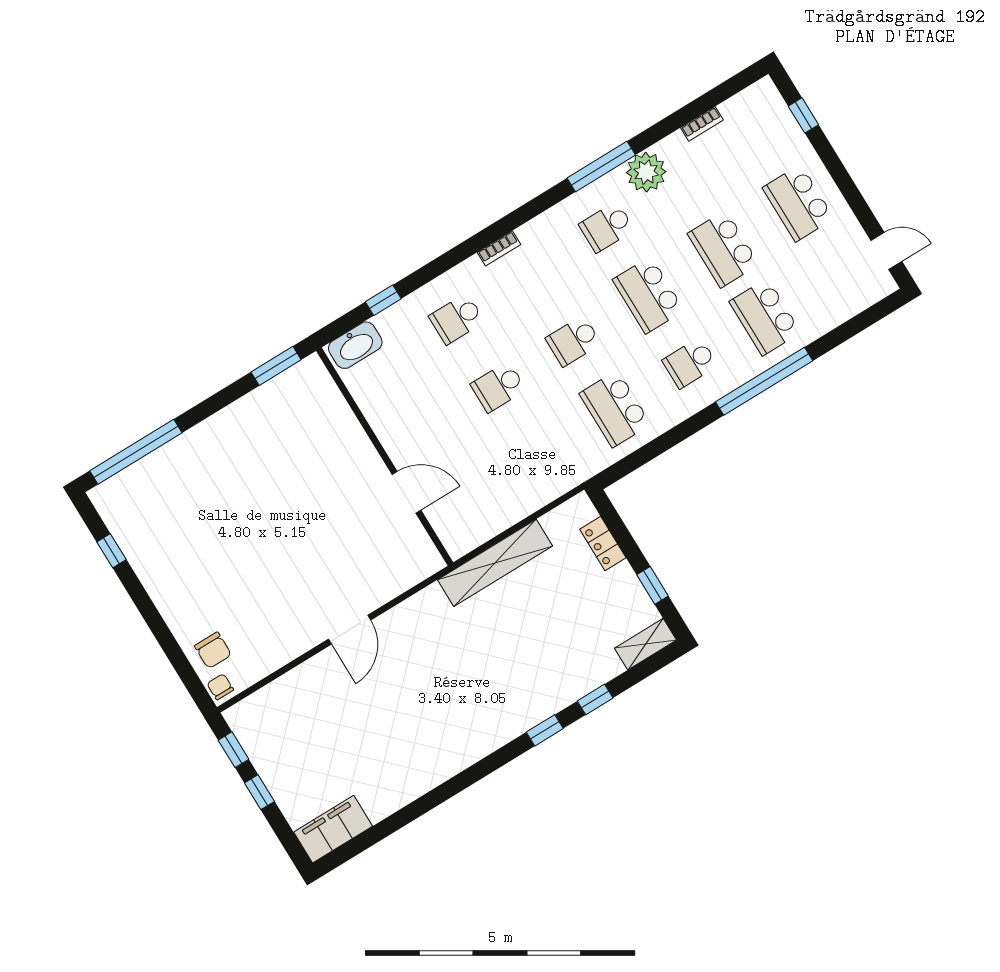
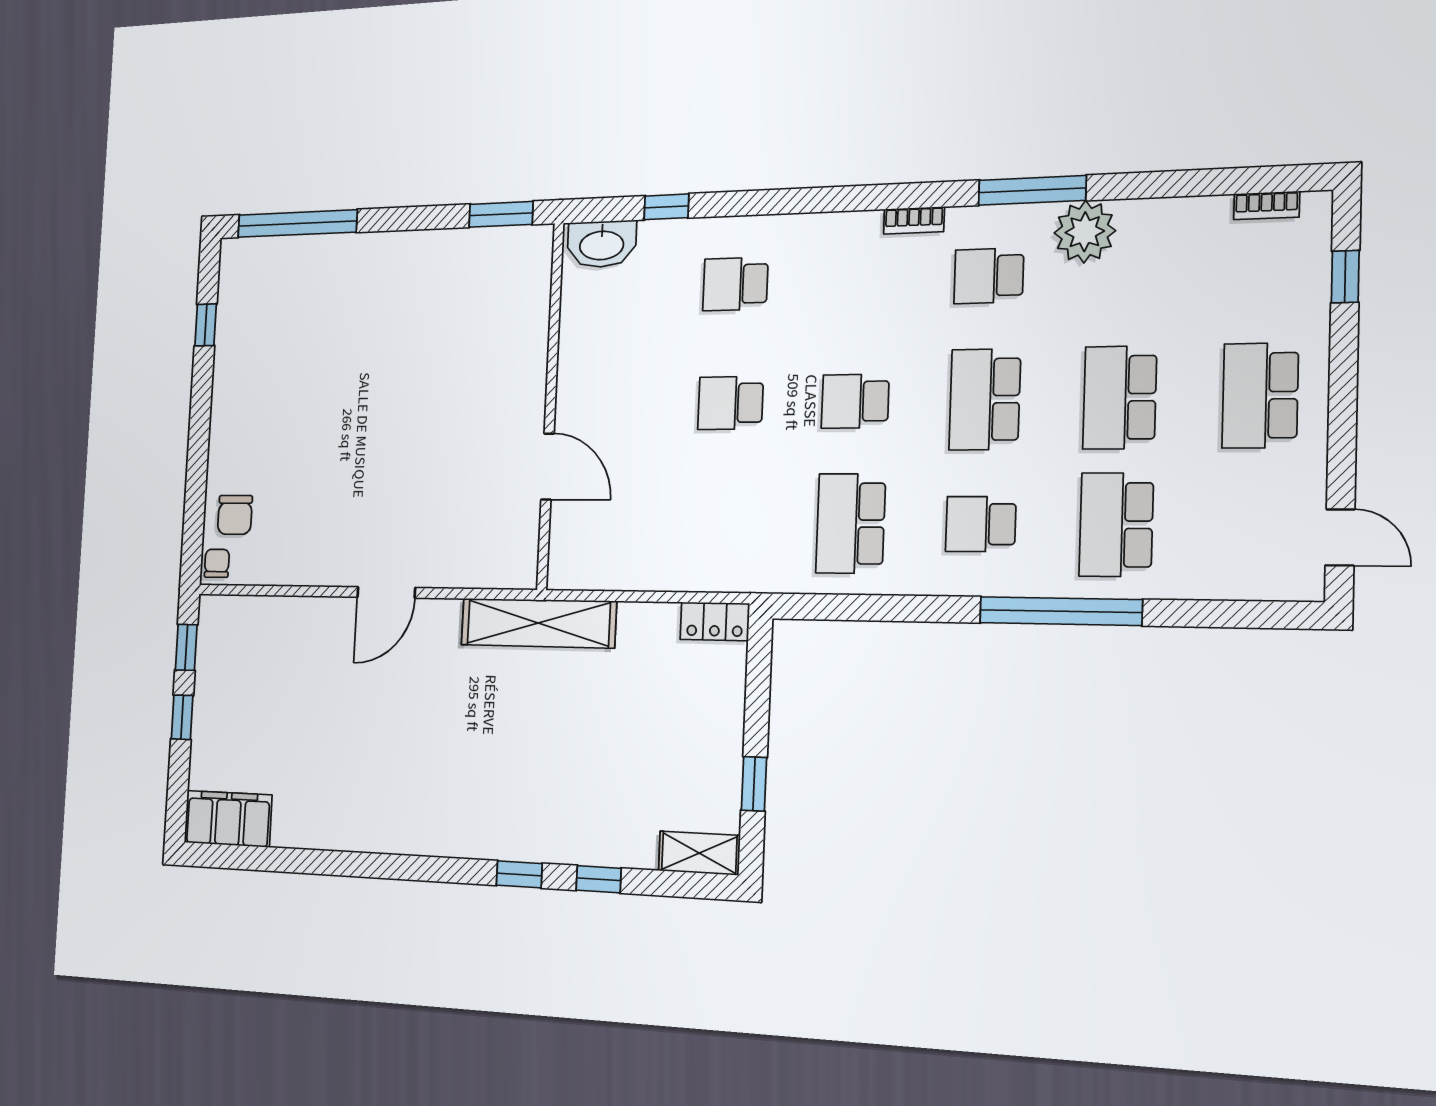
bookcase: (702, 124) -> (1267, 205), moved
bookcase: (499, 248) -> (914, 220), moved
locker: (603, 543) -> (715, 621), moved, turned -90
shelving: (495, 563) -> (538, 623), moved

